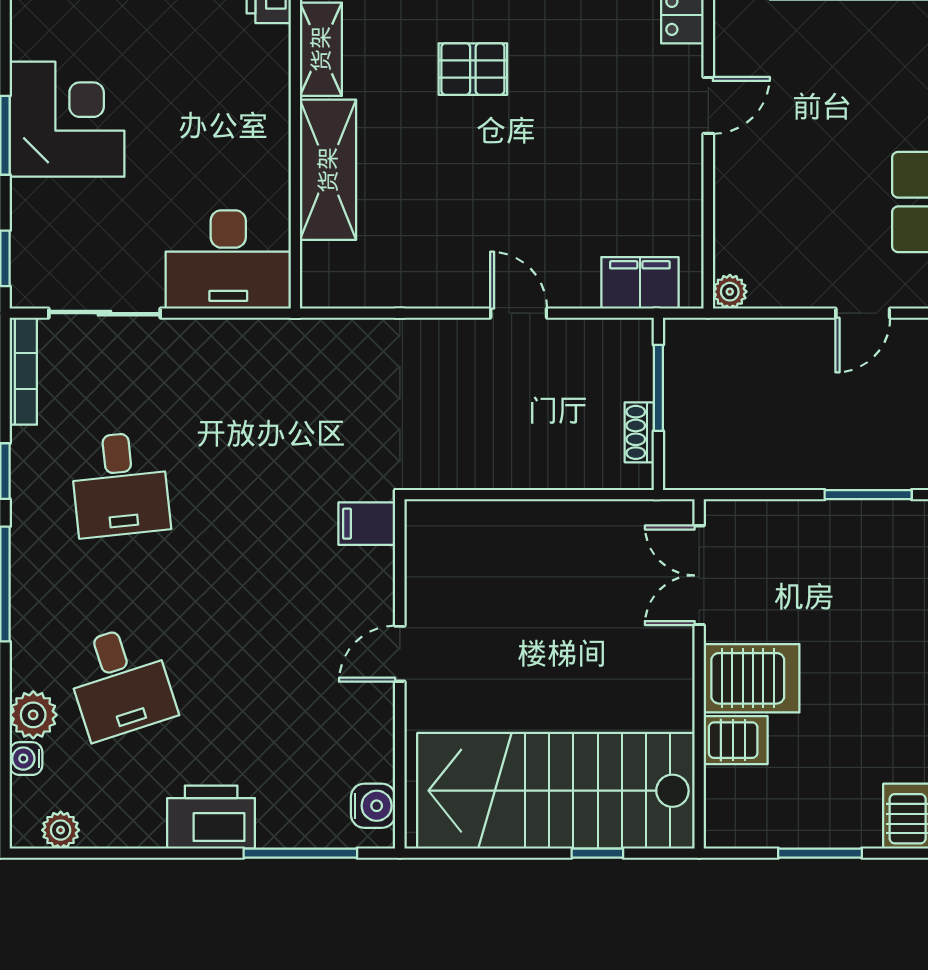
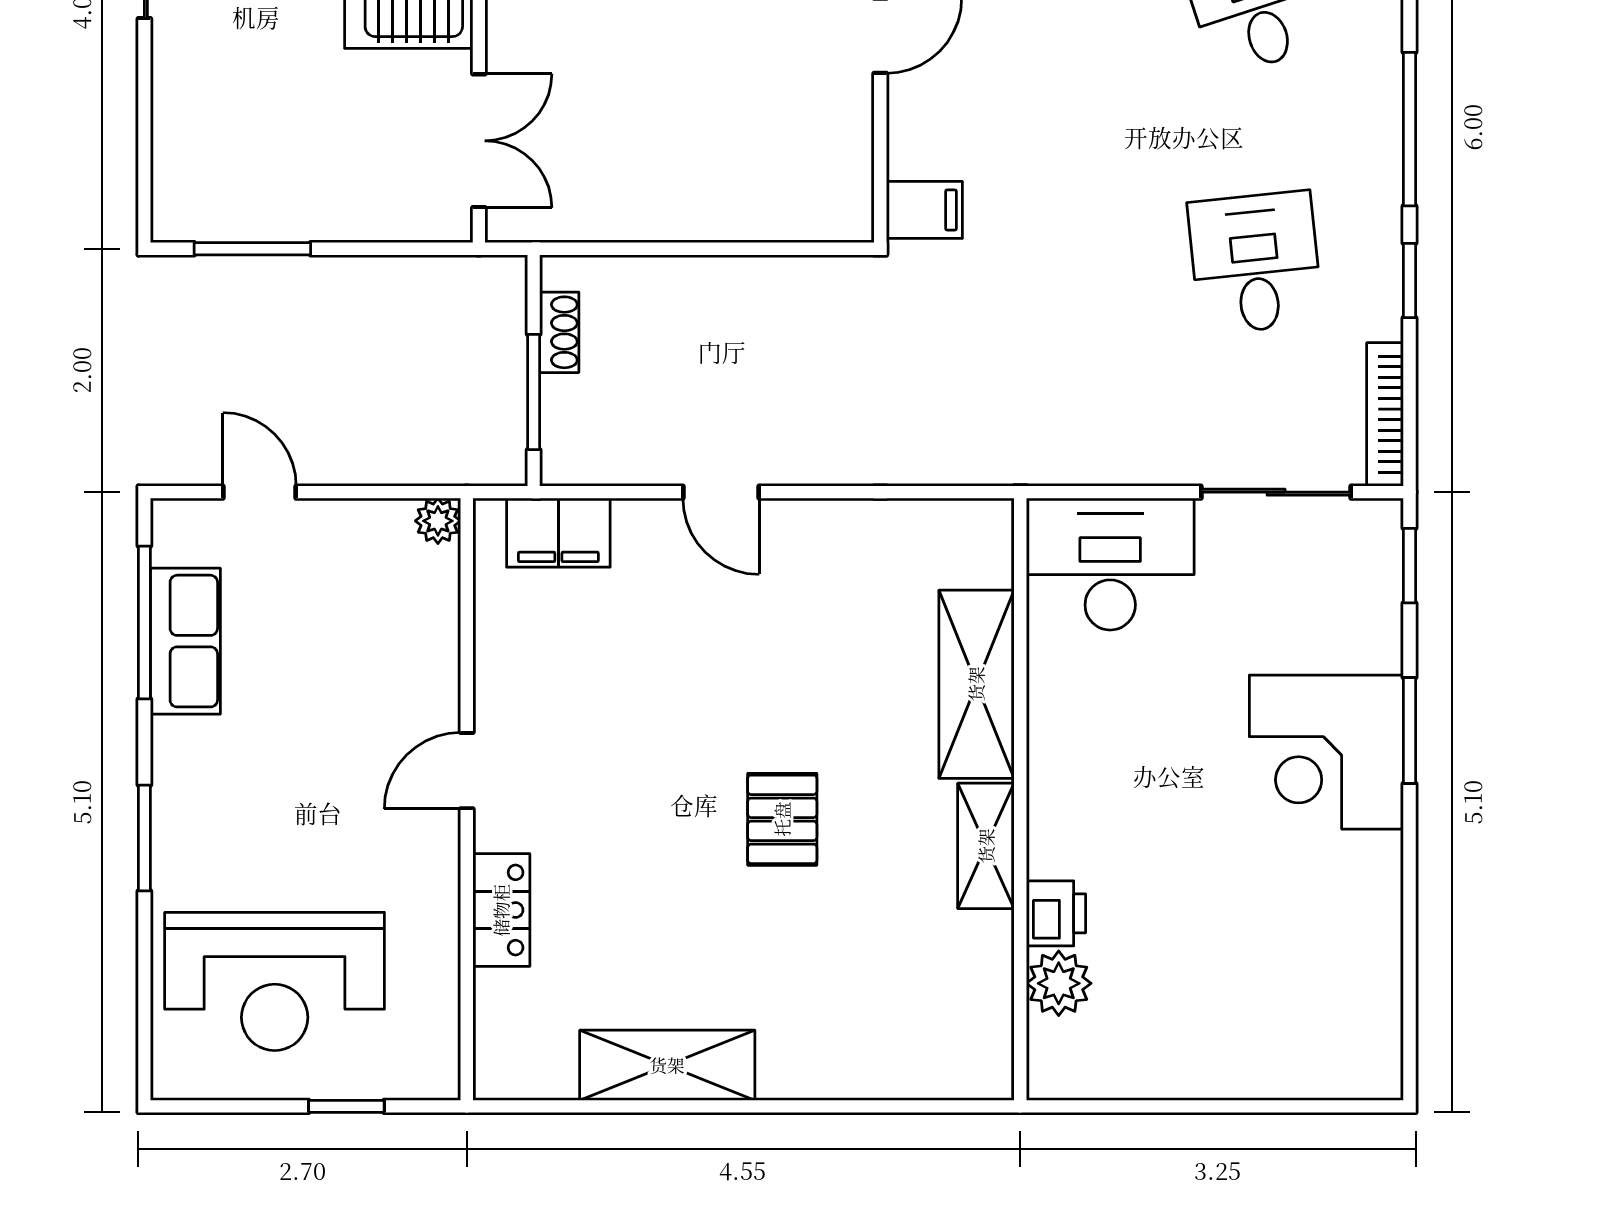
pallet: (473, 69) -> (782, 819), turned 90
door: (863, 313) -> (260, 492), hinge flipped

